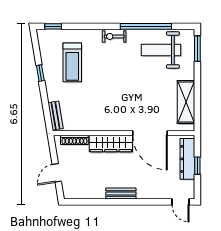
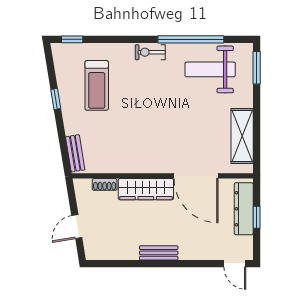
shoe rack: (74, 140) -> (105, 184), width x0.70

